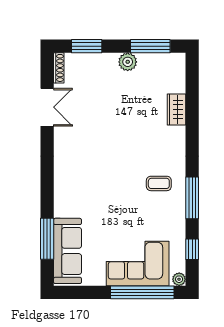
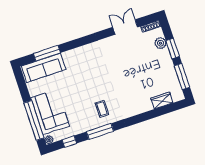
window: (87, 46) -> (173, 48), moved
plant: (128, 62) -> (161, 43), moved
double door: (47, 107) -> (125, 27), swing flipped
wardrobe: (176, 110) -> (162, 100), moved

